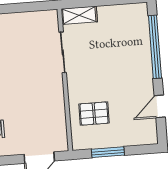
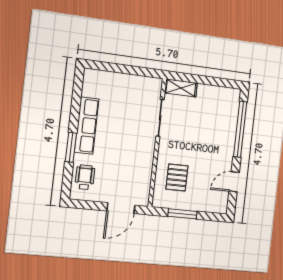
pallet: (94, 114) -> (177, 177), turned 90

